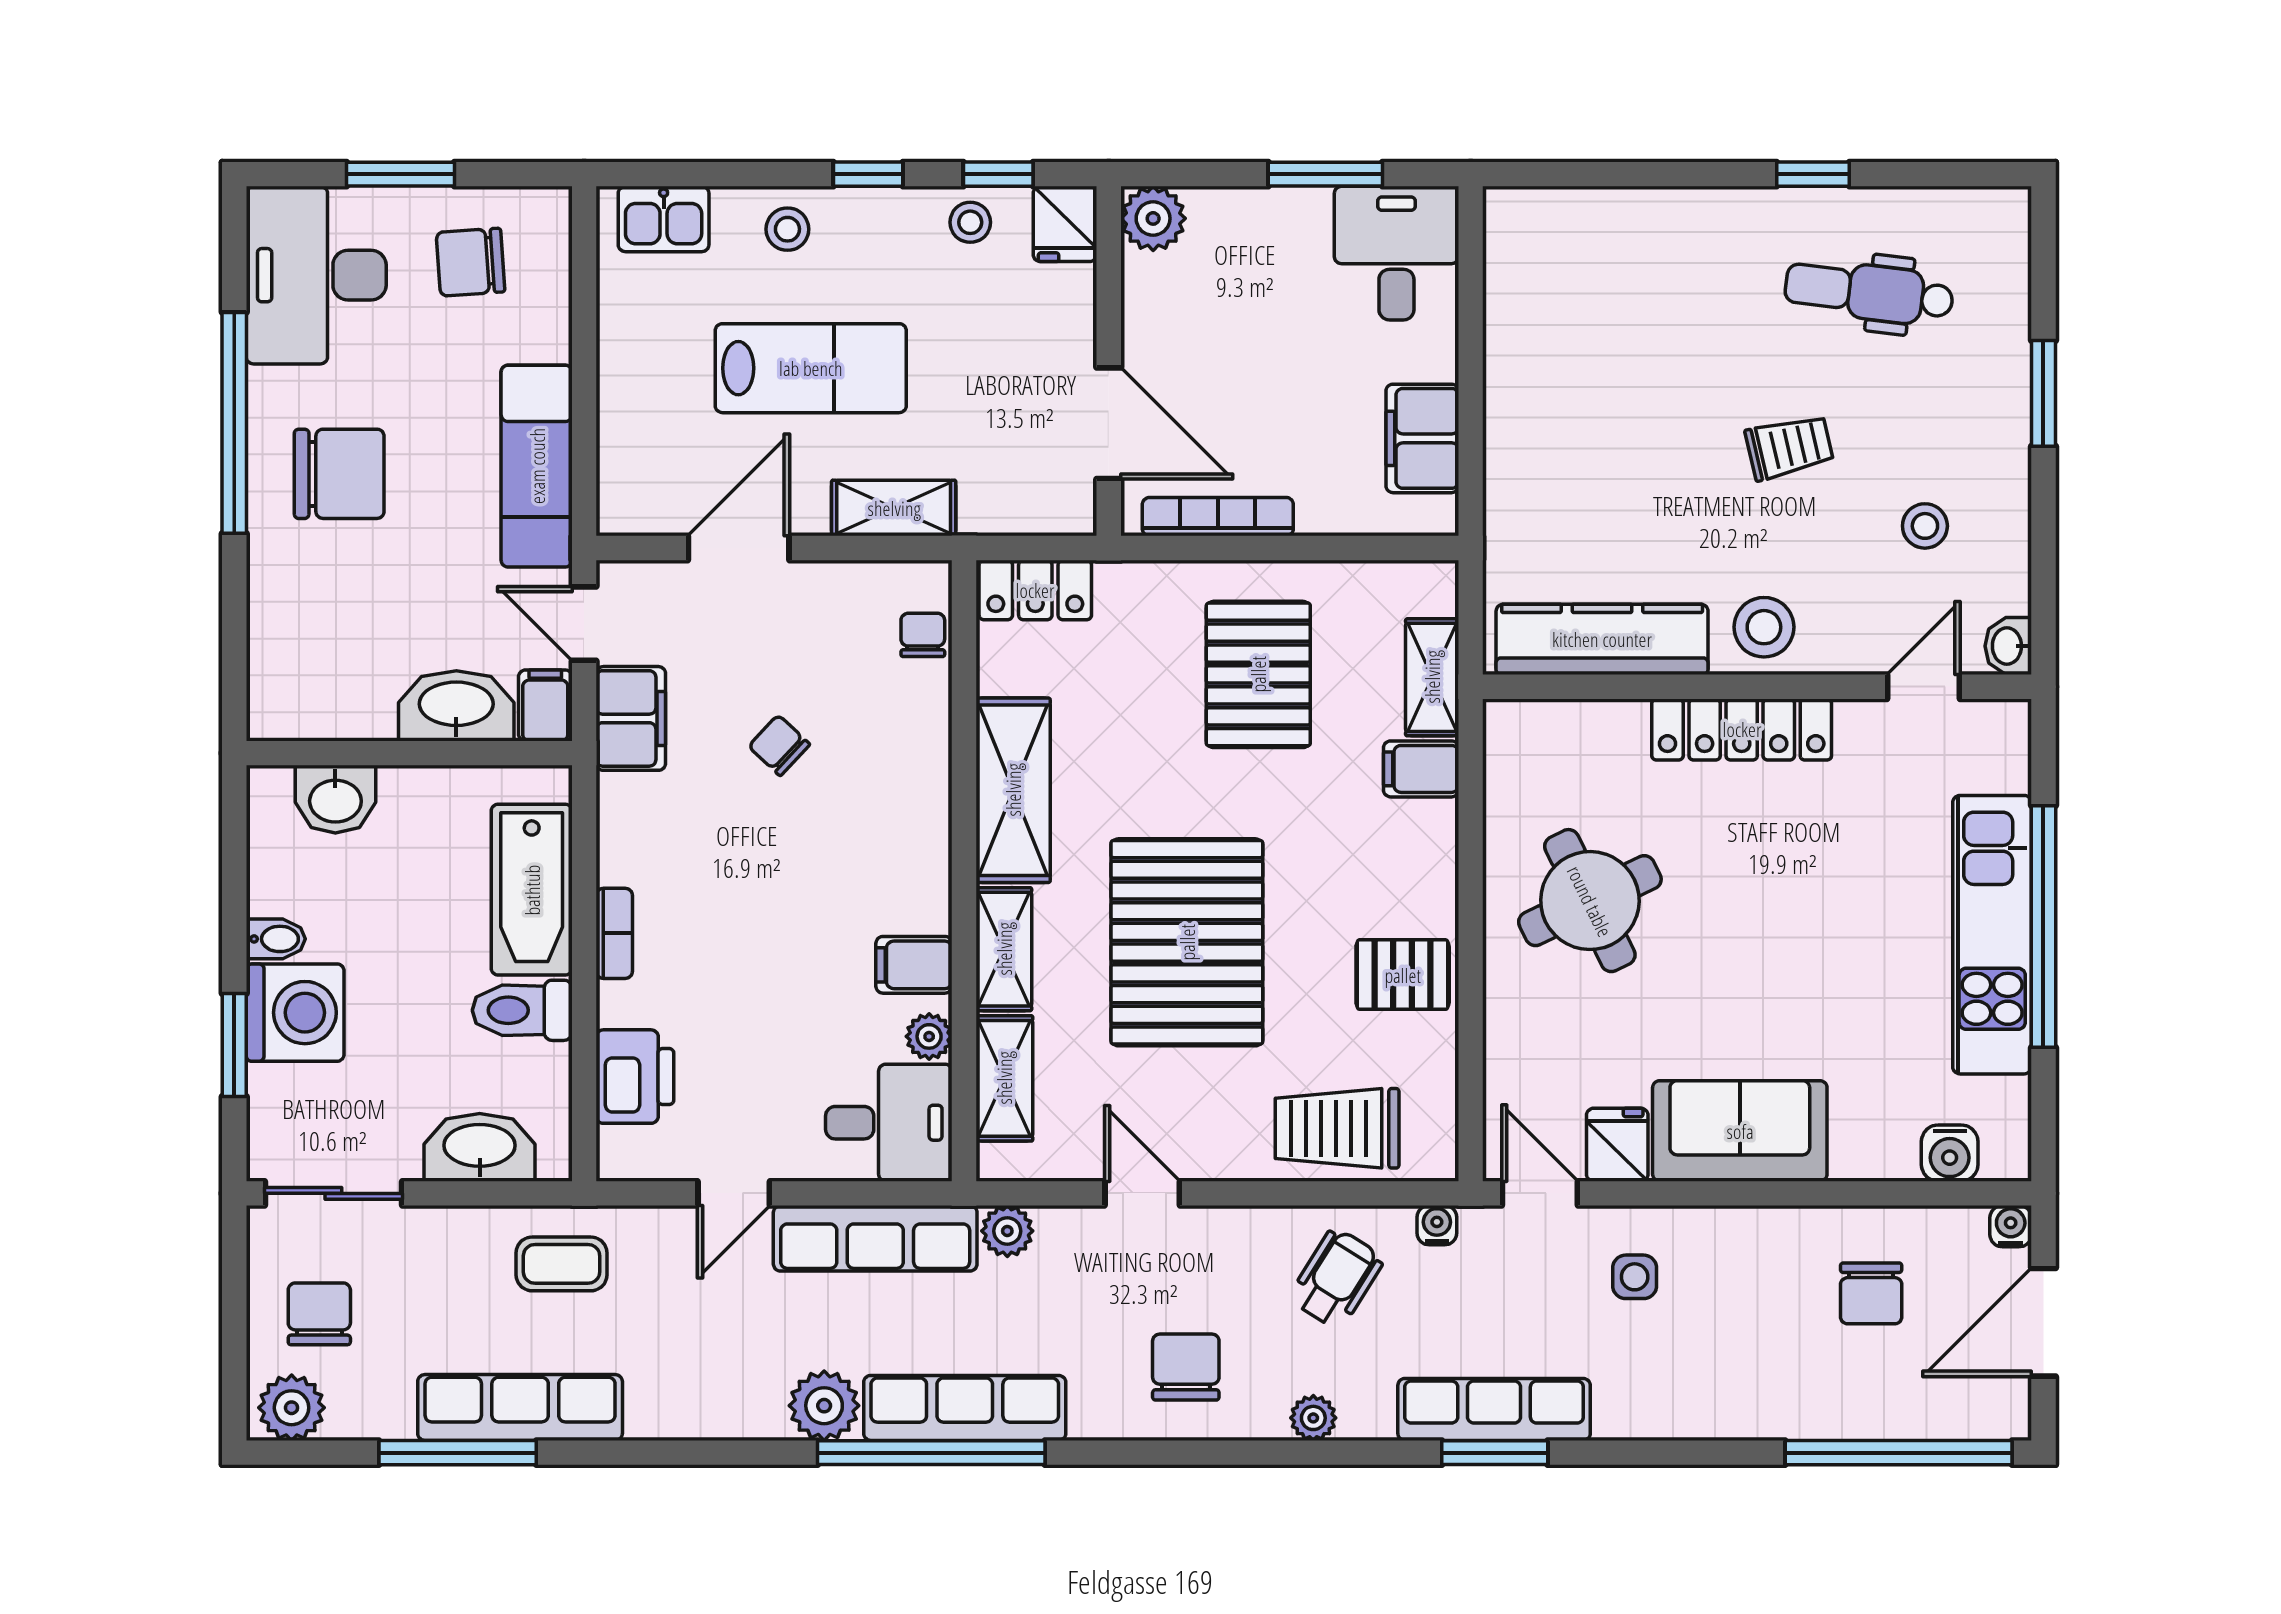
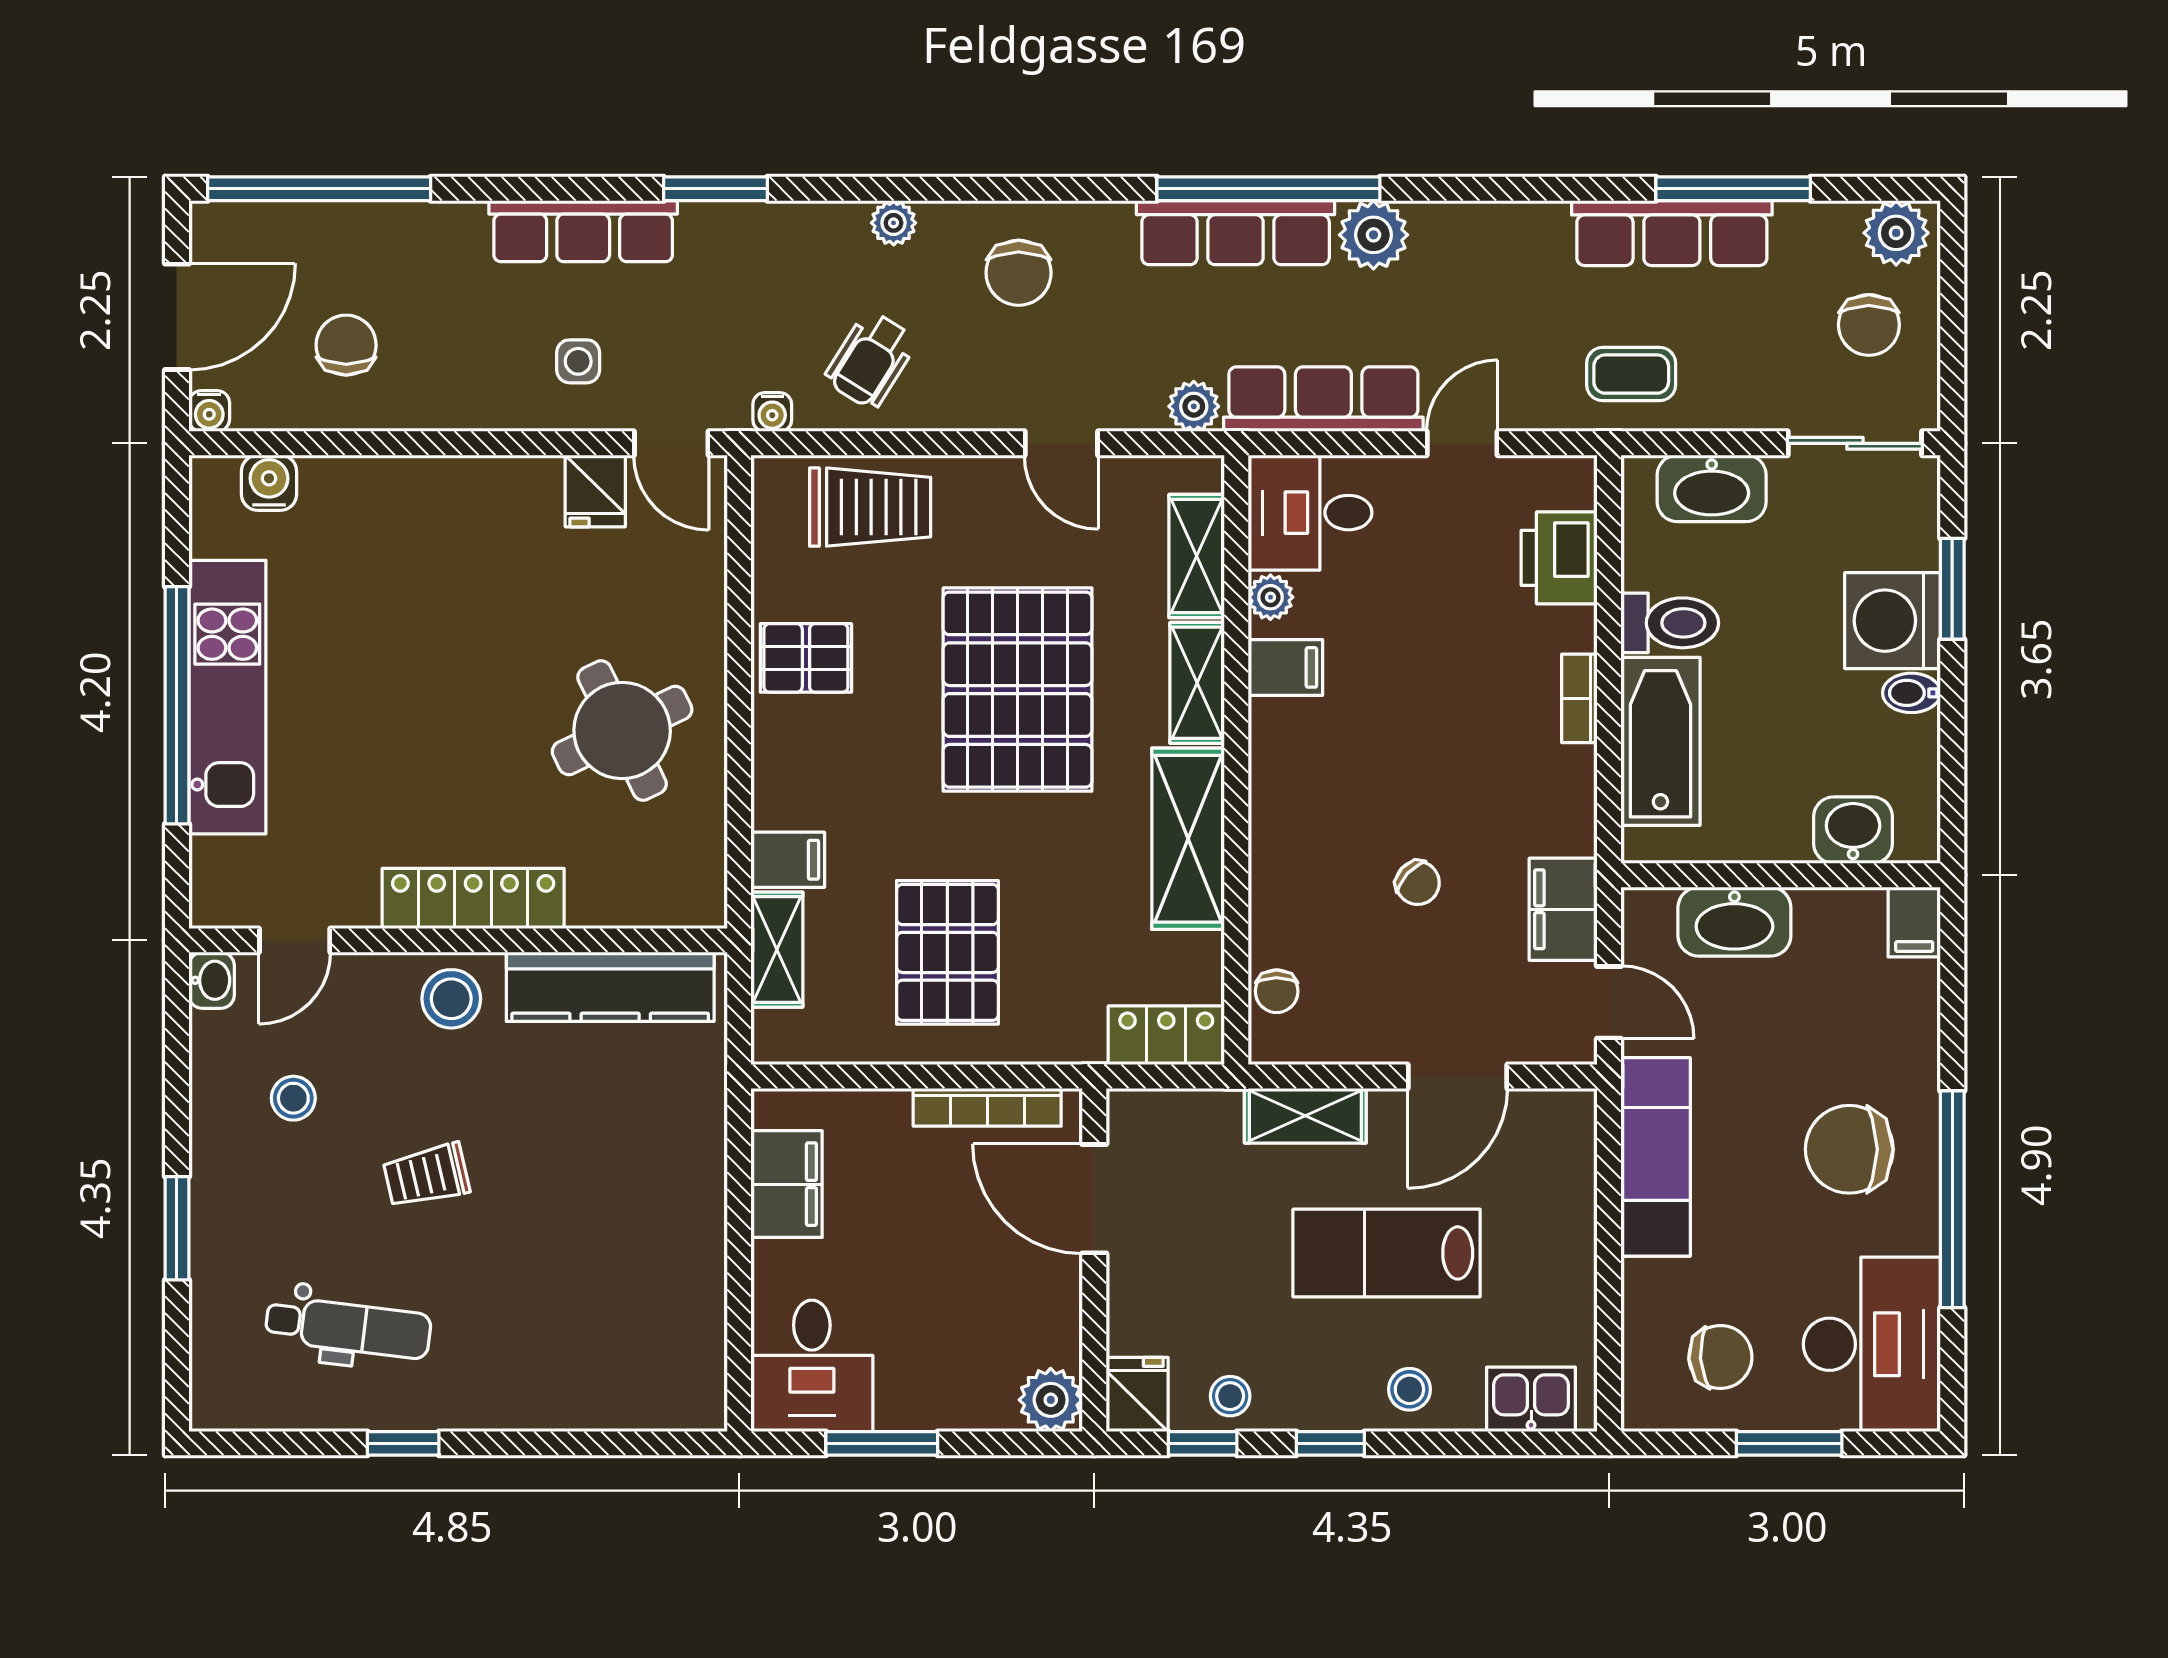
filing cabinet: (545, 705) -> (1914, 922), moved
sofa: (1740, 1131) -> (475, 505), removed
row of seats: (1494, 1409) -> (583, 231), moved

